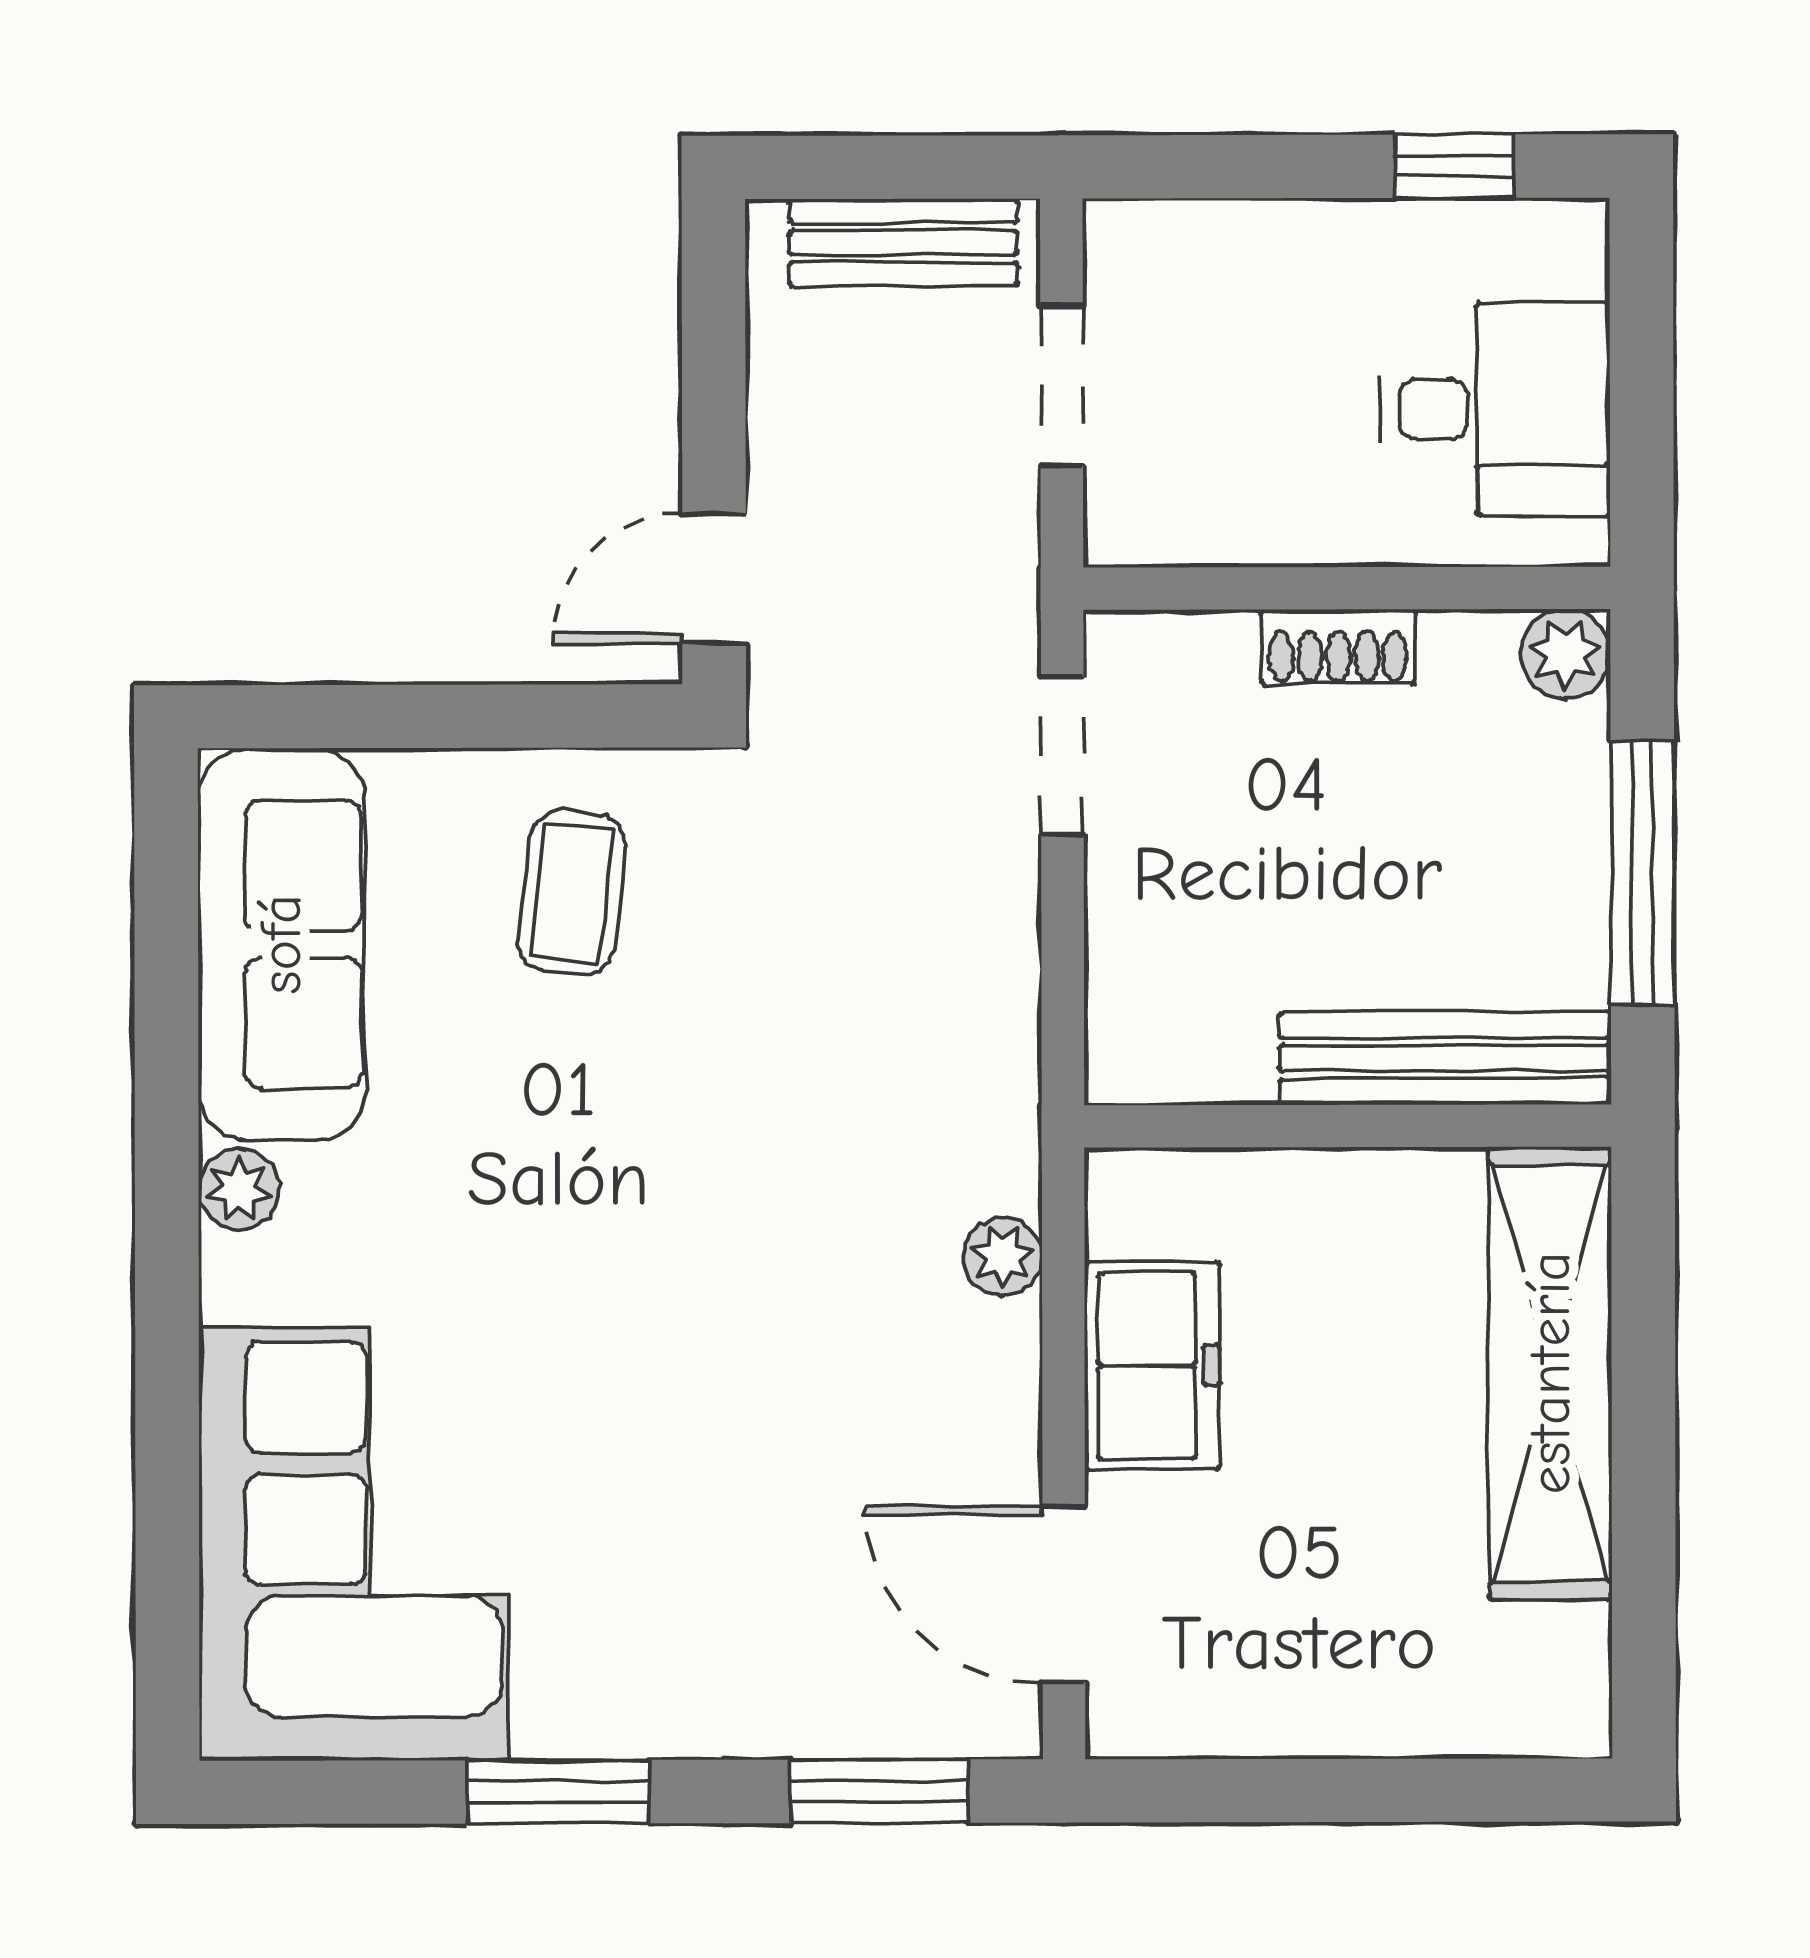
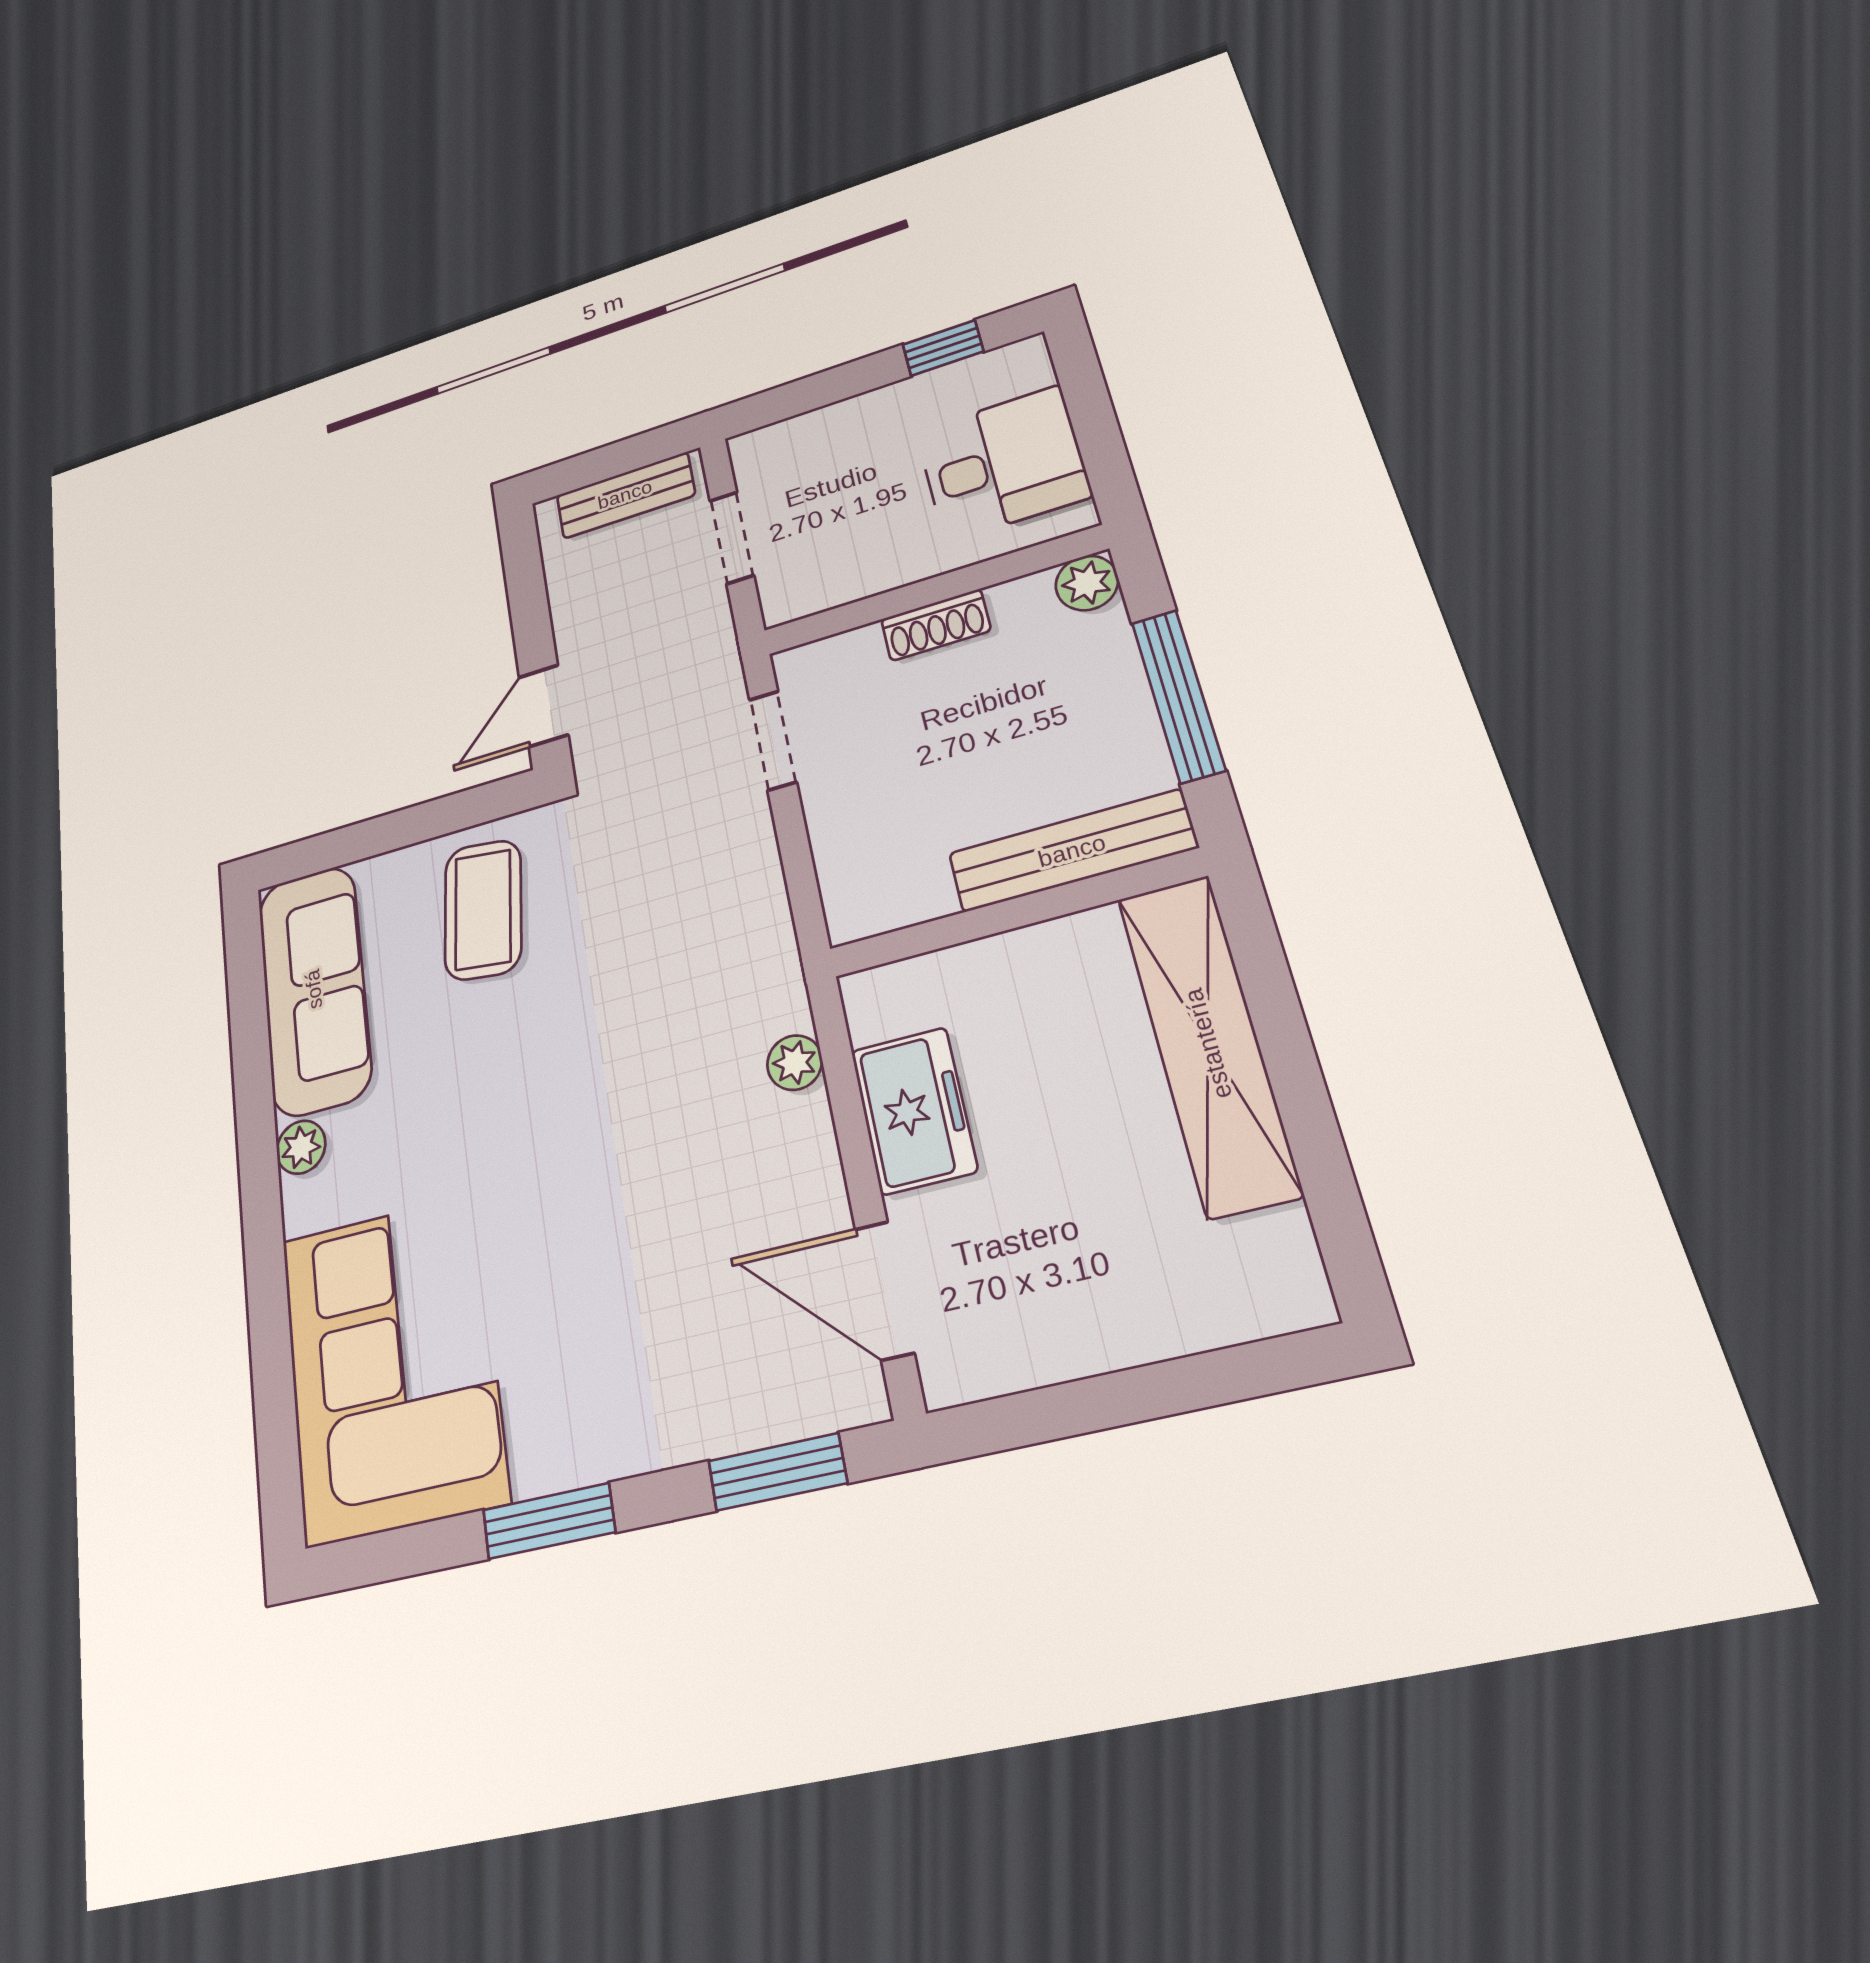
coffee table: (572, 893) -> (483, 910), width x1.36, depth x1.30

